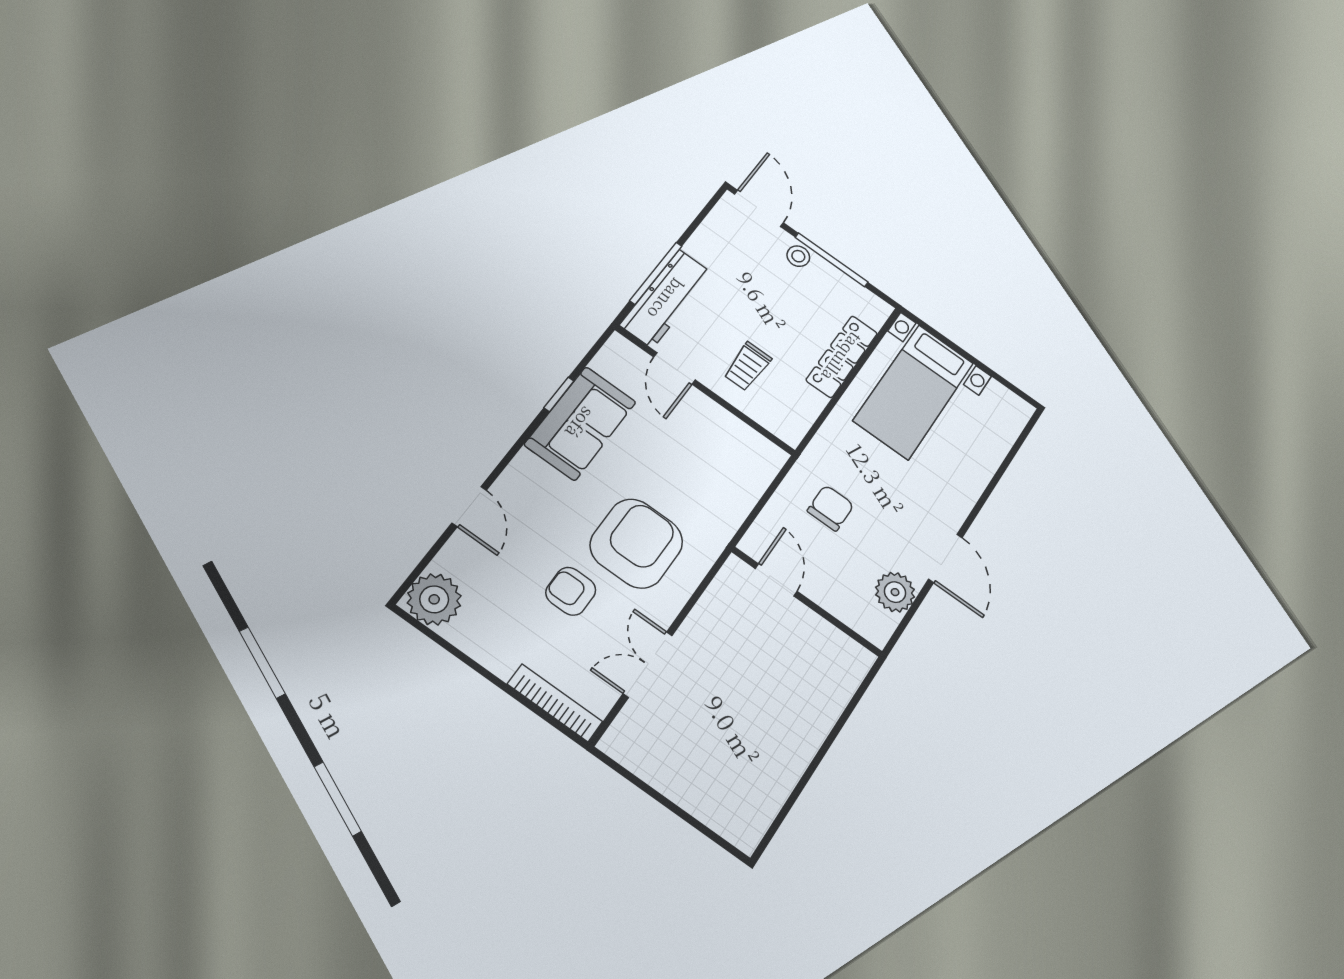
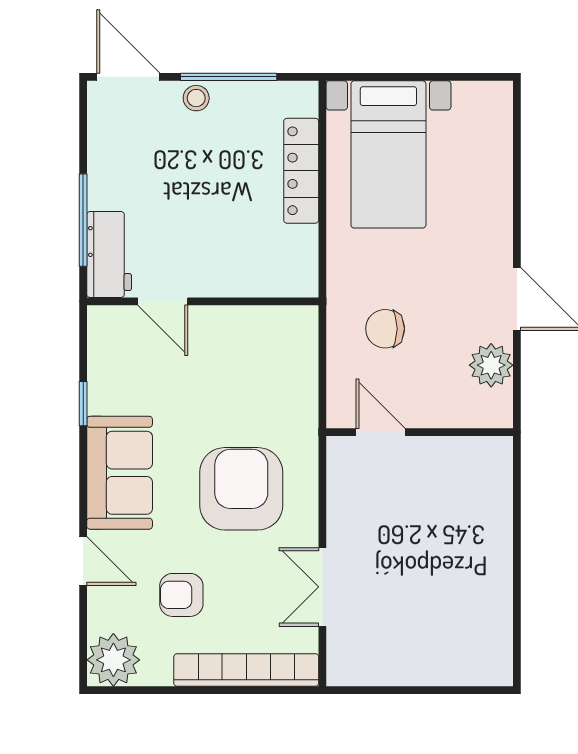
workbench: (666, 299) -> (109, 254), width x0.73
trolley: (747, 366) -> (224, 248), removed
sofa: (580, 423) -> (120, 473), moved
chair: (831, 508) -> (385, 329), turned -90
armchair: (571, 591) -> (181, 595), moved
bookcase: (555, 703) -> (246, 670), width x1.48, depth x1.31

